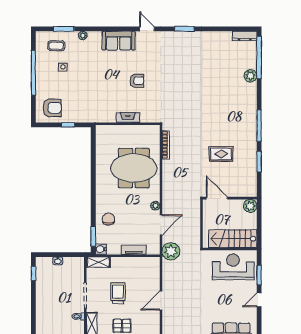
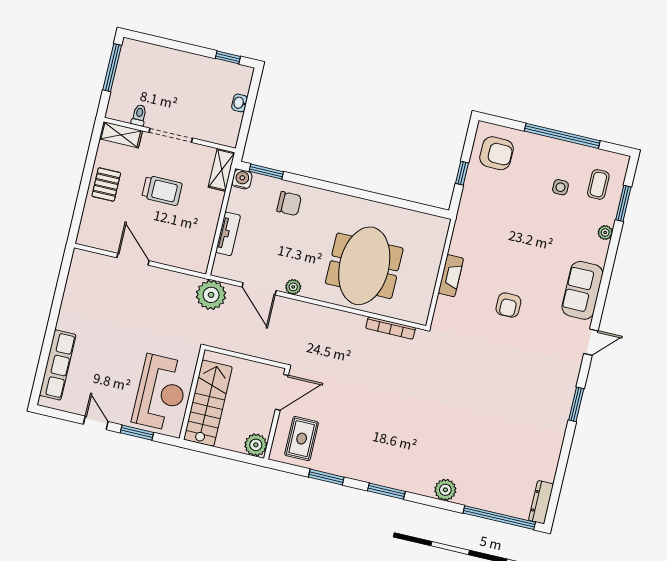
plant: (250, 76) -> (445, 490), moved
armchair: (52, 108) -> (497, 153), turned -89
window: (259, 125) -> (386, 491), width x0.69
rug: (221, 154) -> (302, 439), moved

